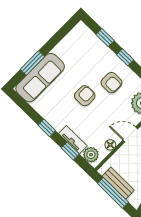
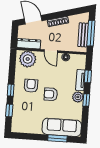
plant: (91, 155) -> (78, 97), moved

